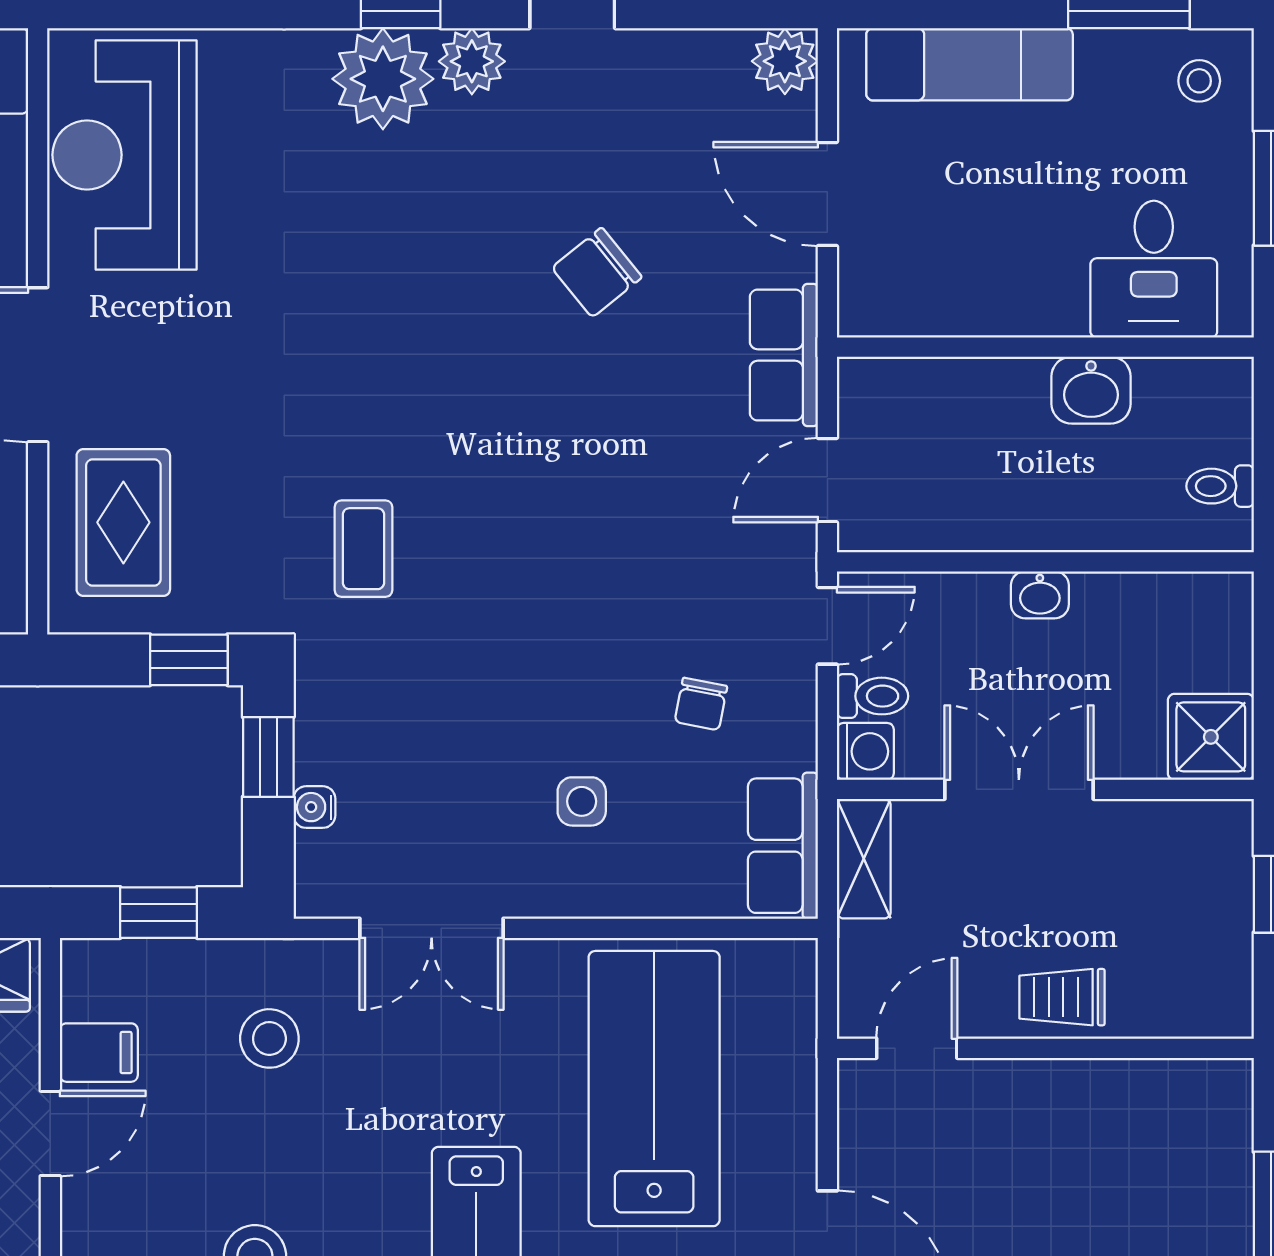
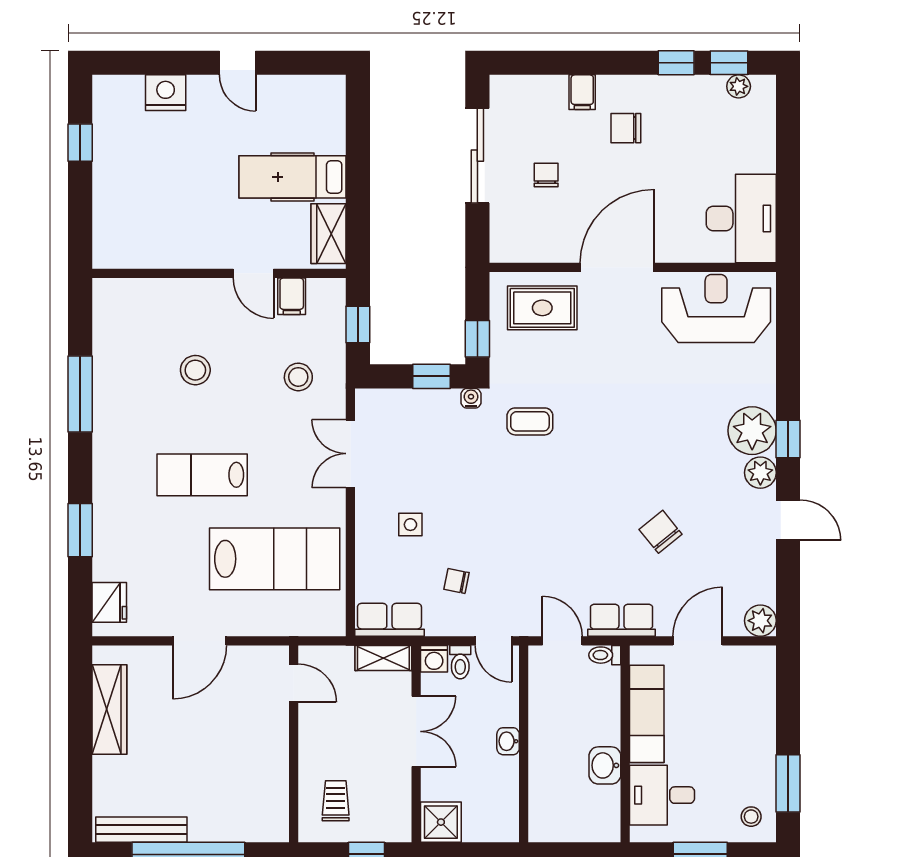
exam couch: (970, 64) -> (647, 714), moved, turned 180
toilet: (1220, 486) -> (605, 655), moved, turned -90
water cooler: (314, 807) -> (471, 398), moved
trolley: (1062, 997) -> (336, 801), moved

